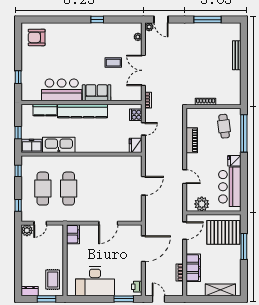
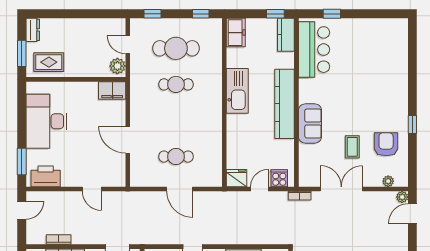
armchair: (37, 37) -> (386, 144), moved
bar counter: (62, 90) -> (314, 50), moved
kitchen counter: (45, 110) -> (286, 35), moved
door: (143, 129) -> (259, 189), swing flipped
window: (18, 133) -> (275, 14), moved
kitchen sink: (59, 145) -> (237, 91), moved
cafe table: (69, 189) -> (176, 84), width x0.73, depth x0.74
cafe table: (120, 189) -> (176, 157), added
plant: (27, 230) -> (117, 66), moved
door: (143, 249) -> (92, 189), width x0.53
printer: (137, 287) -> (46, 176), width x1.87, depth x1.48

